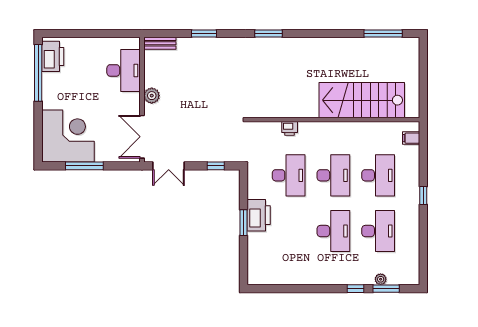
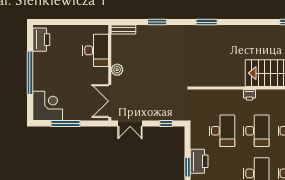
window: (38, 73) -> (30, 73), moved
printer: (290, 128) -> (249, 95), moved
corner desk: (68, 136) -> (48, 106), width x0.74, depth x0.74

